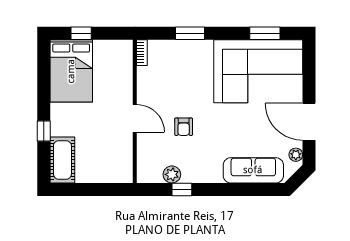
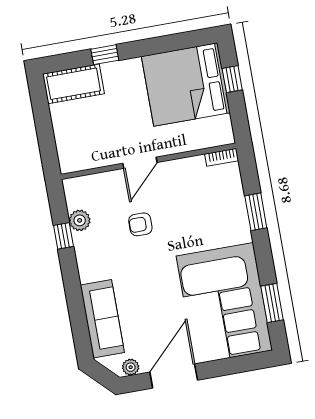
bed: (71, 71) -> (186, 85), width x1.36

